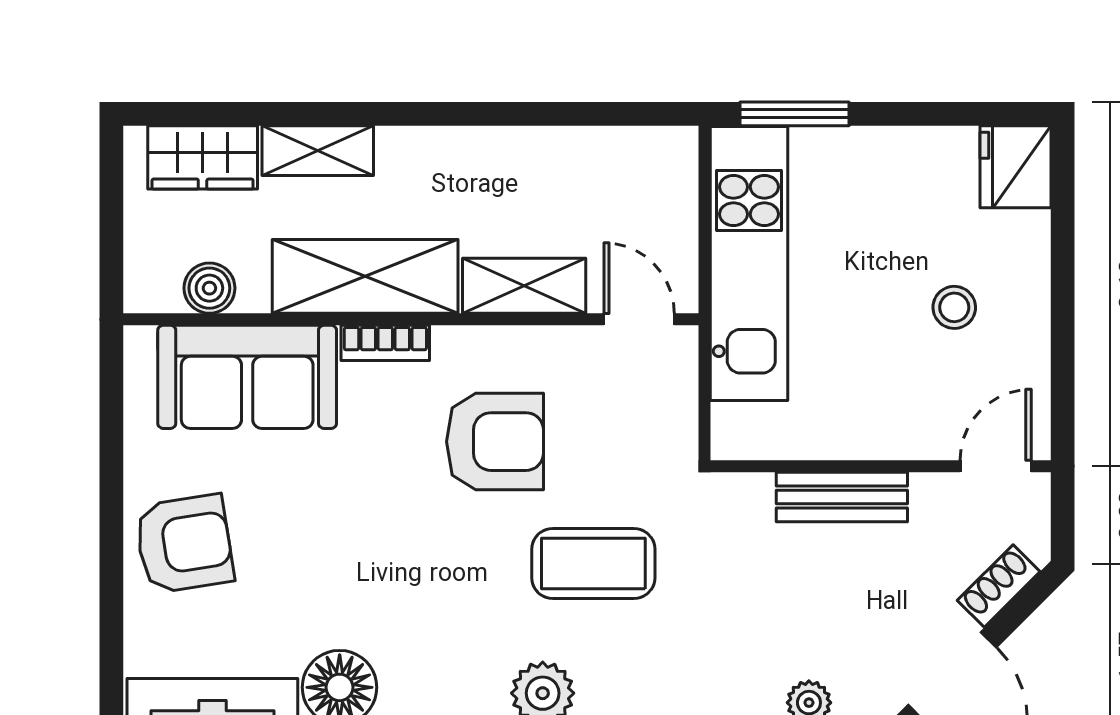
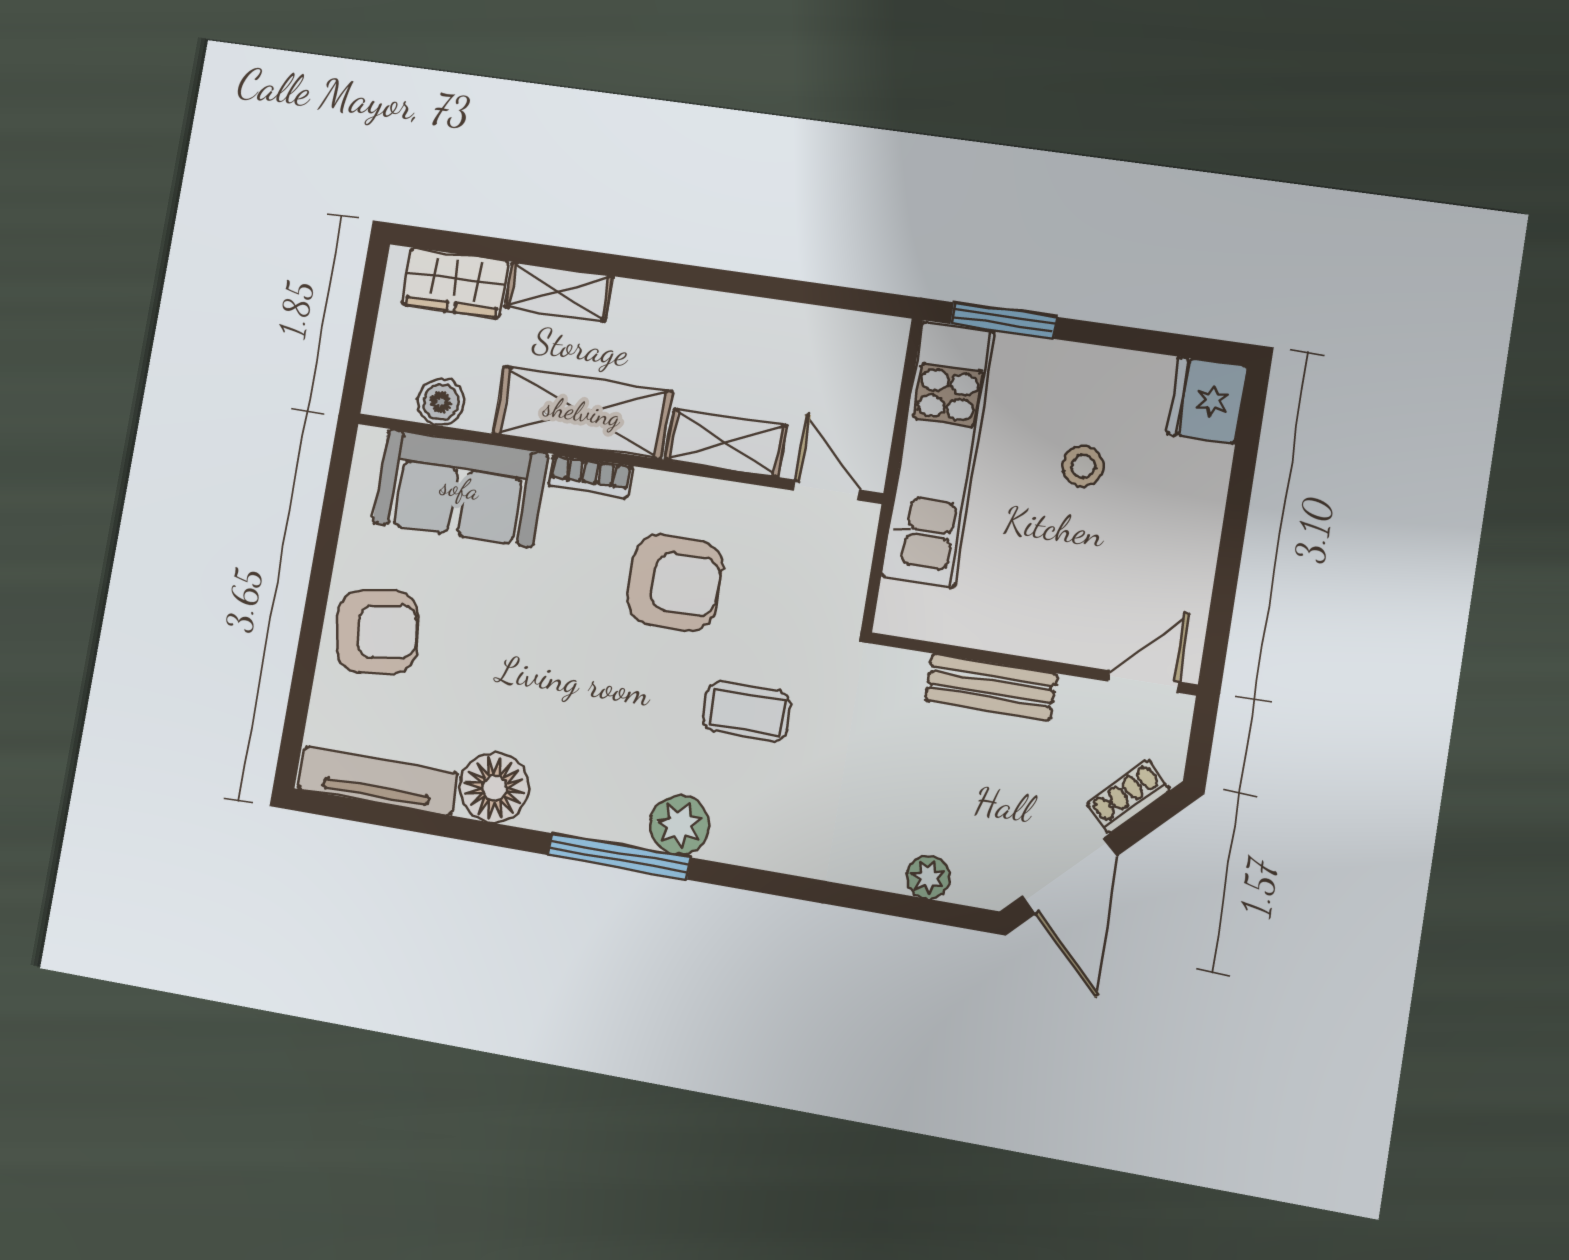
stool: (954, 307) -> (1083, 466), moved
coffee table: (593, 563) -> (747, 711), width x0.73, depth x0.77

